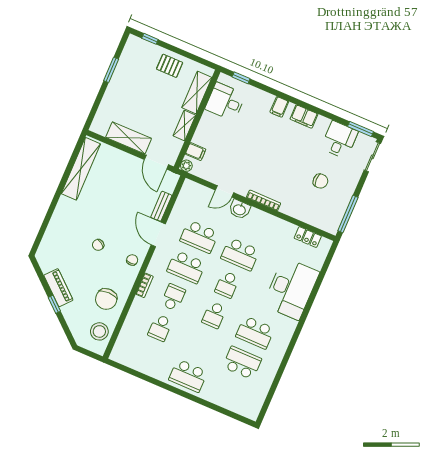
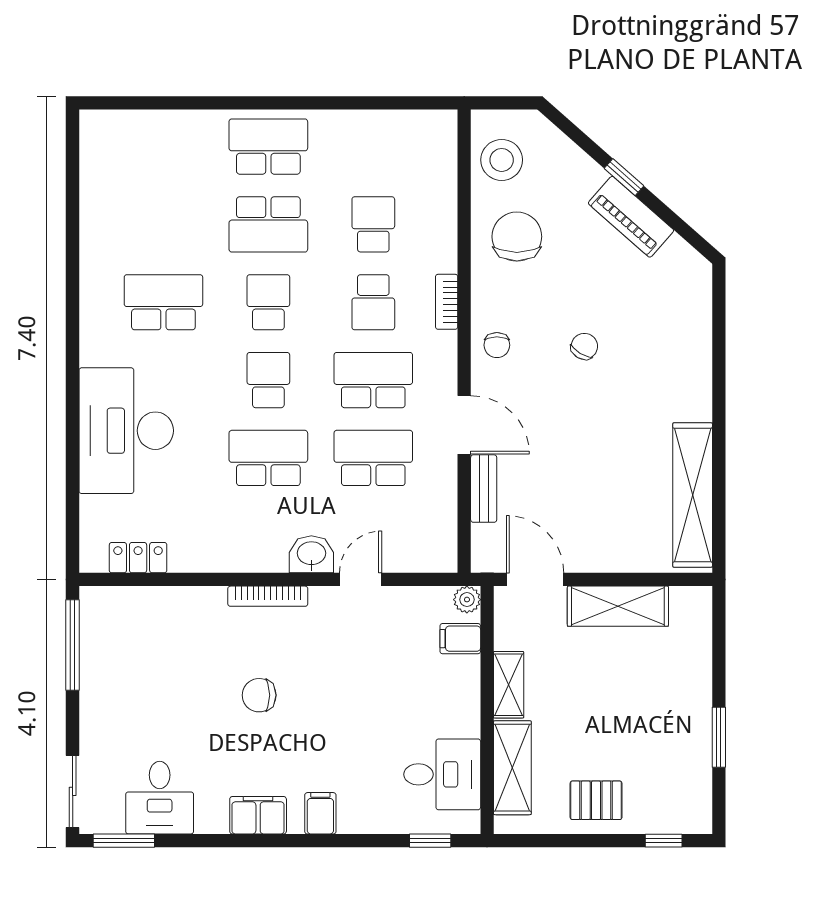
chair: (320, 181) -> (259, 695), moved
school desk: (242, 363) -> (268, 224), moved

